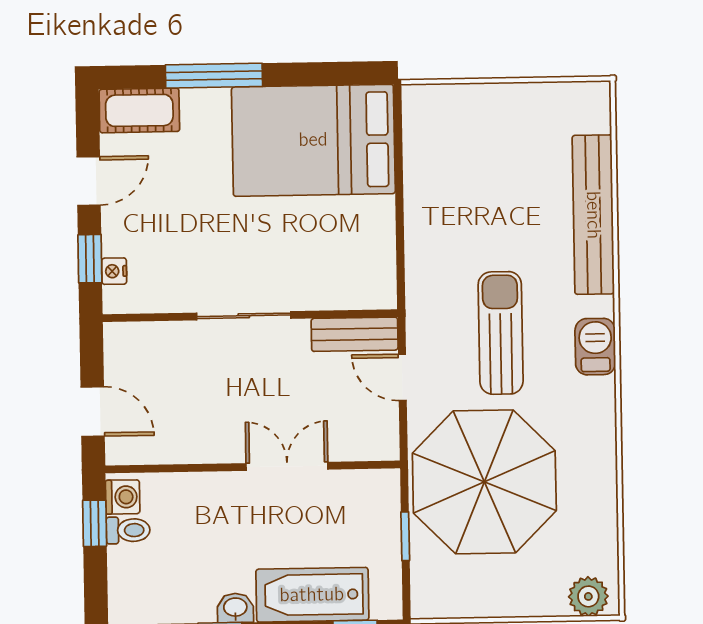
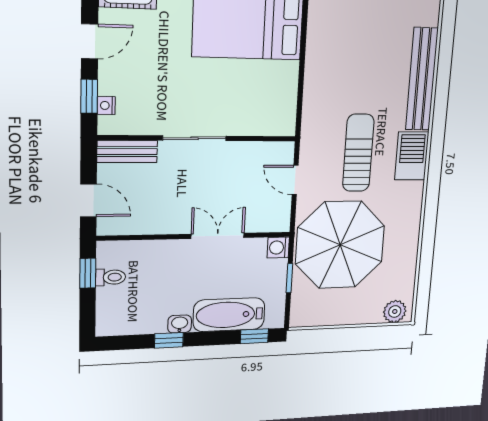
bench: (355, 334) -> (127, 152), moved
barbecue: (595, 347) -> (412, 156), width x1.38, depth x1.27
washing machine: (123, 497) -> (278, 247), moved, turned 180

